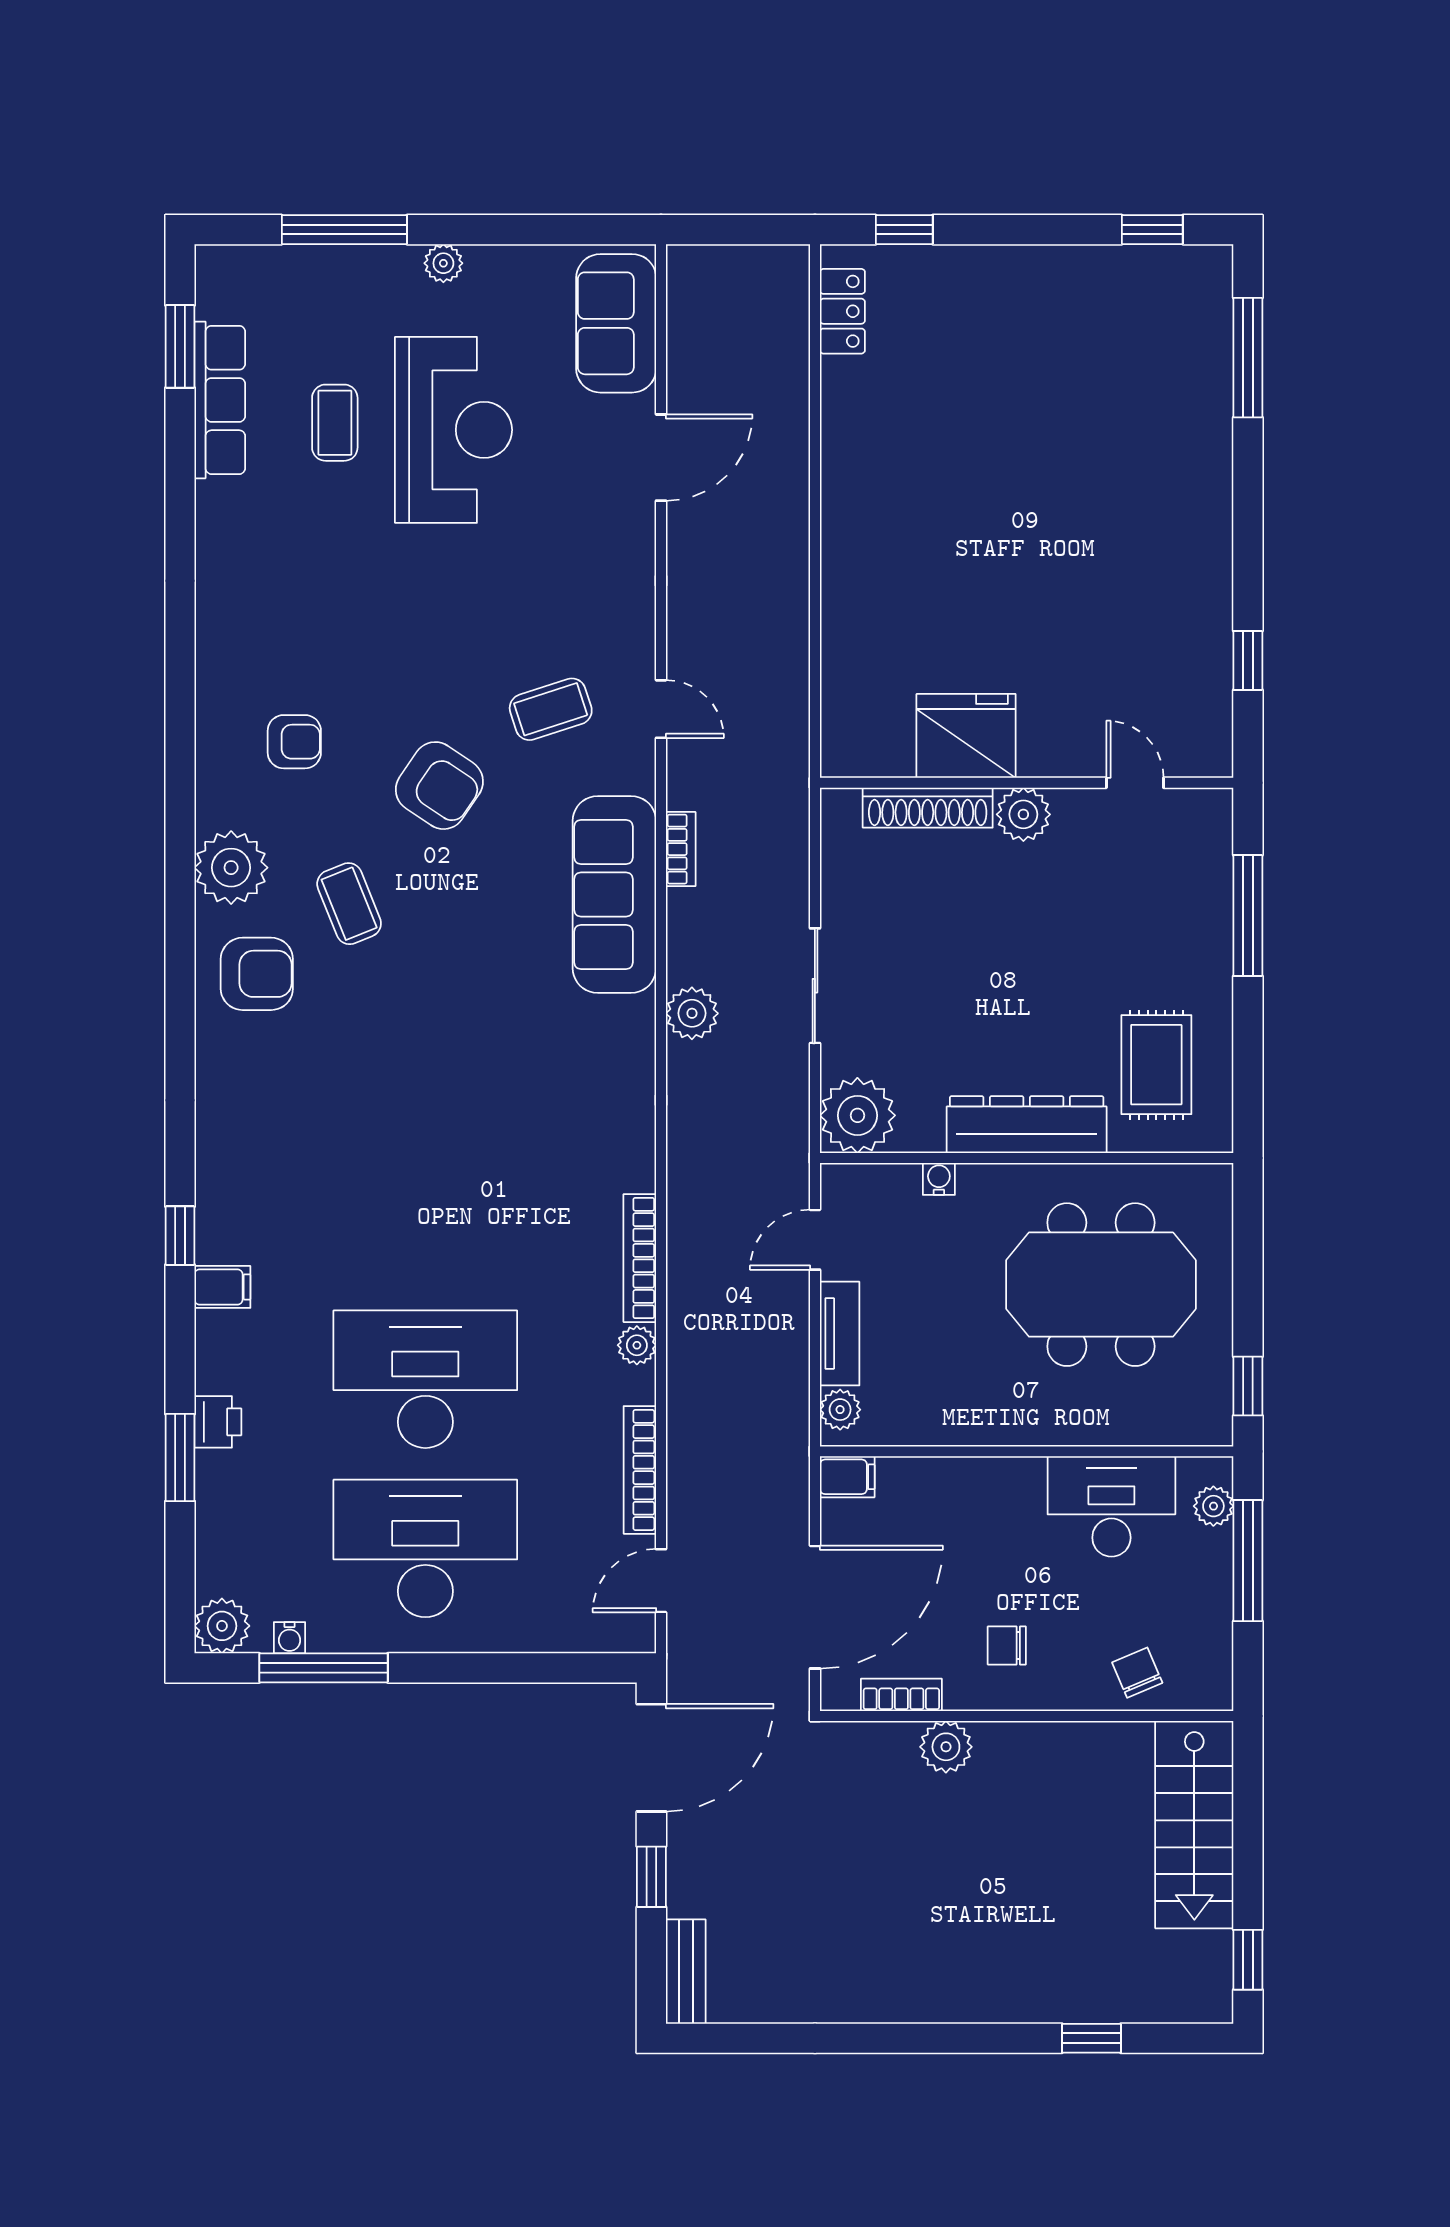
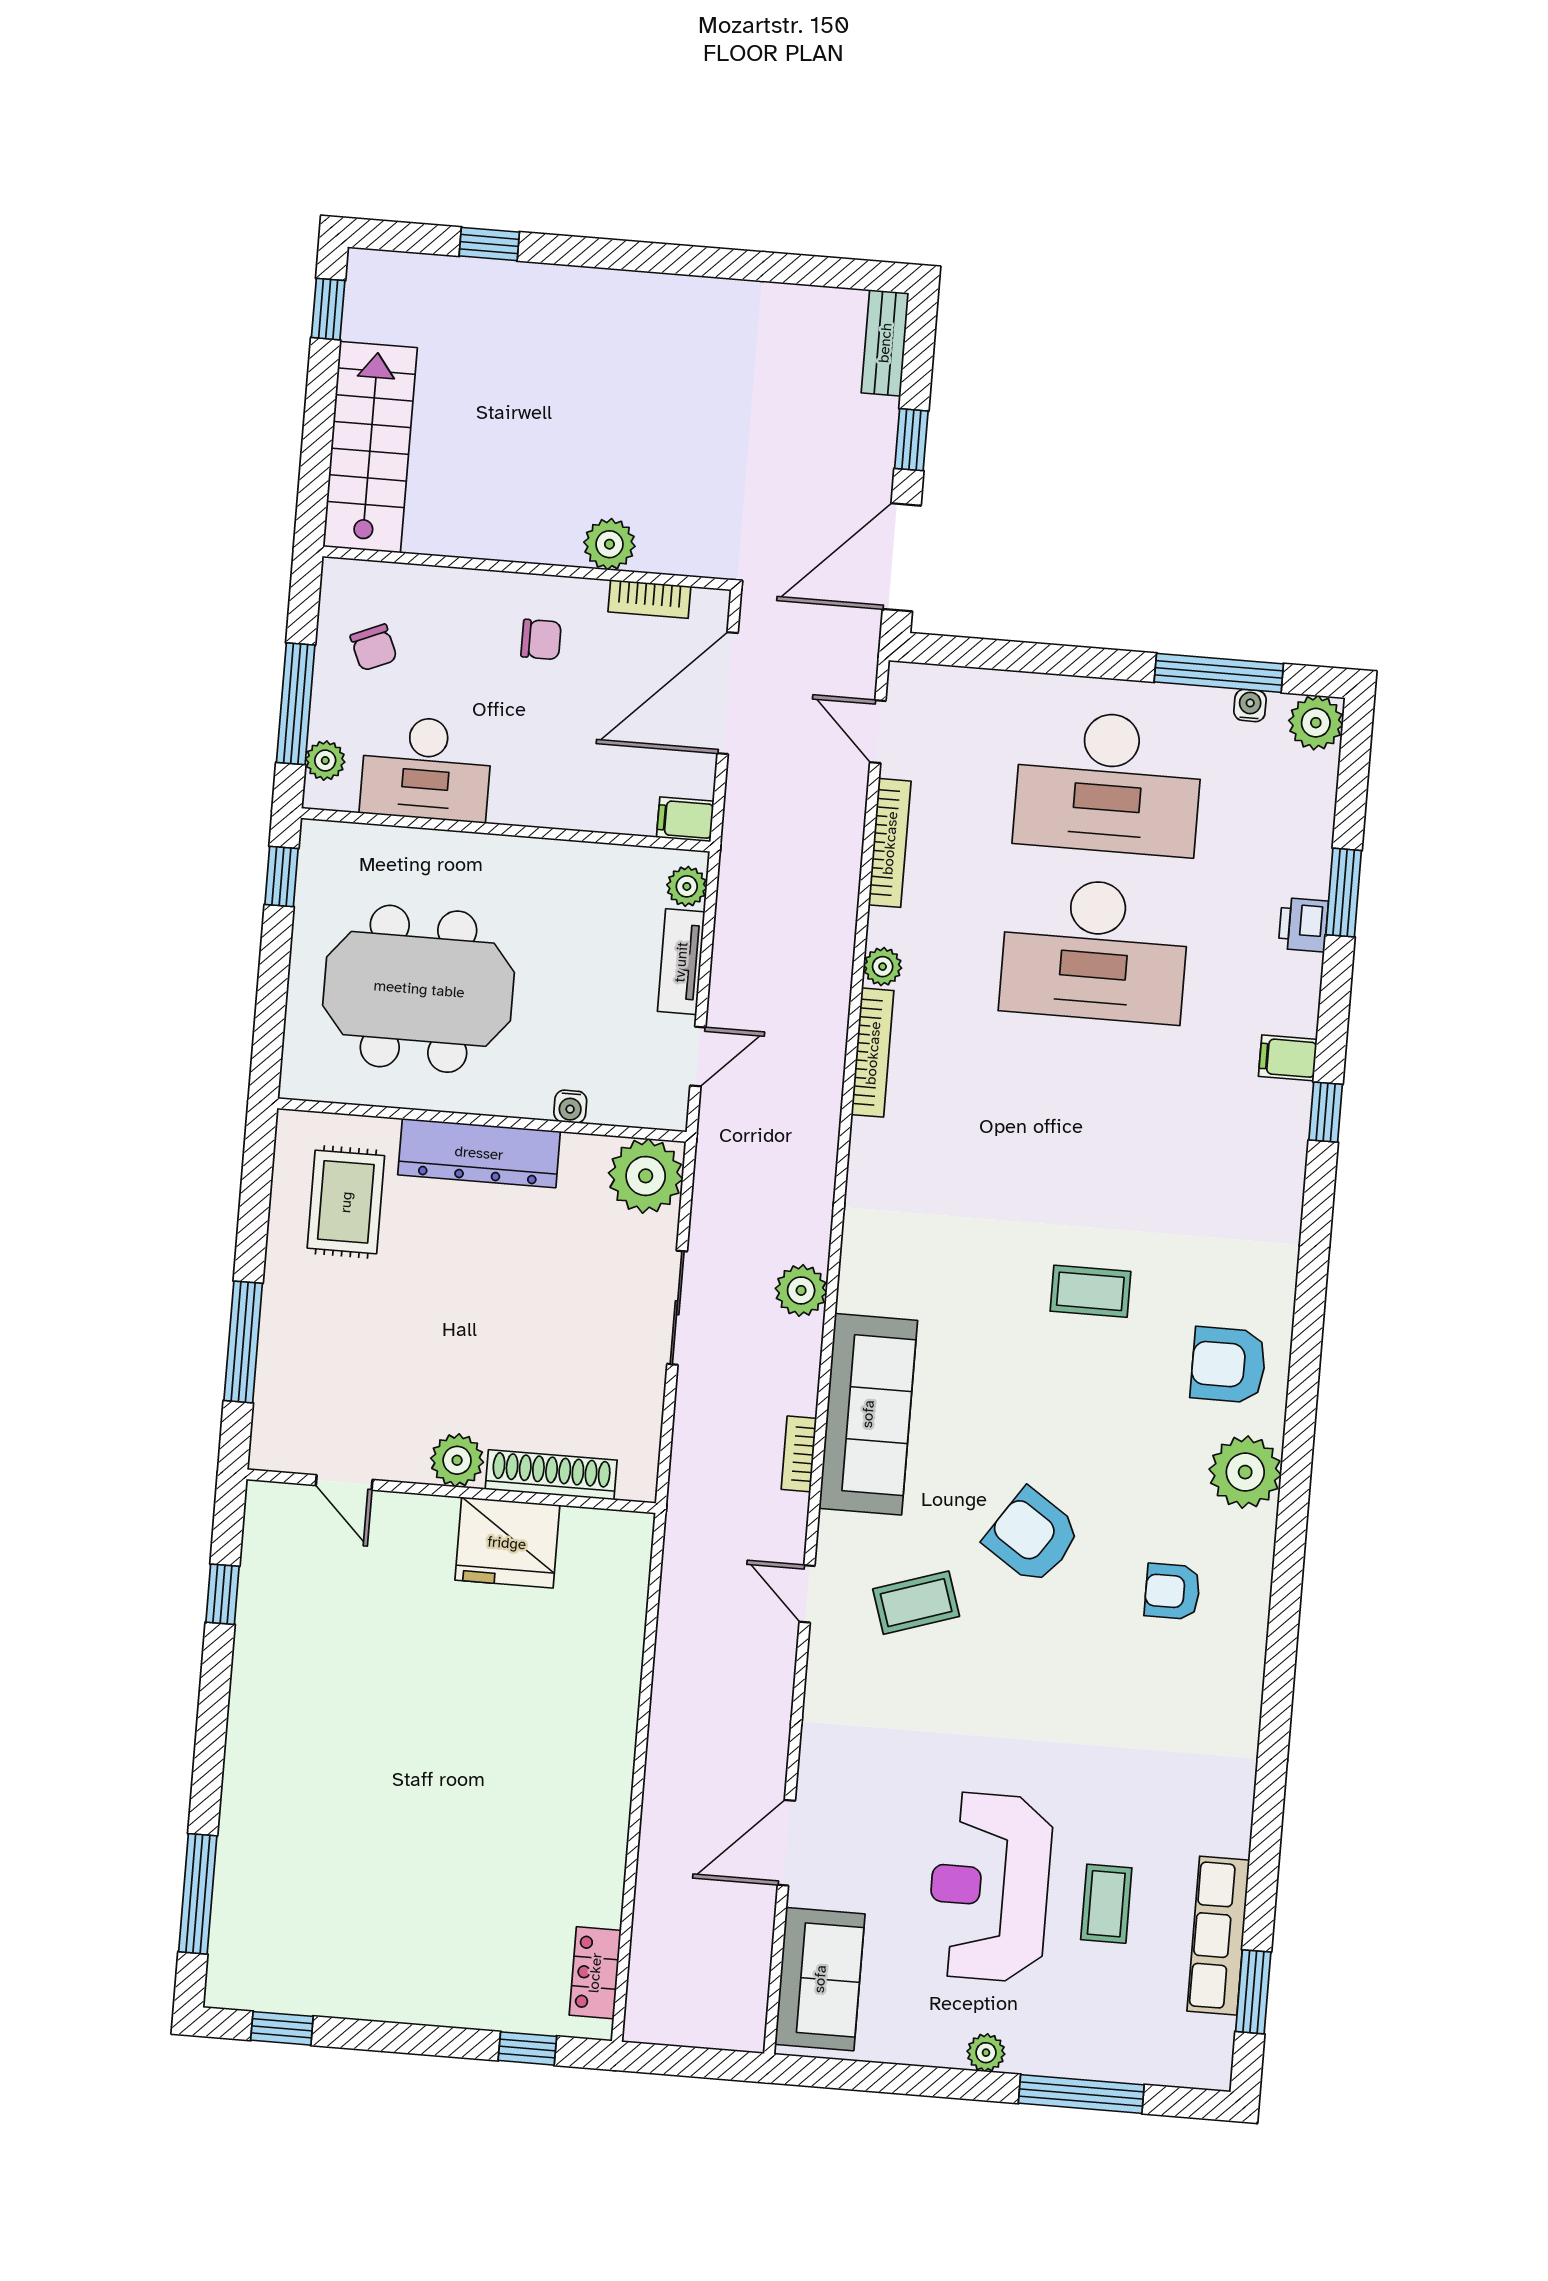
coffee table: (349, 904) -> (1090, 1291), moved, turned -68
door: (661, 1581) -> (878, 732), swing flipped
chair: (1137, 1673) -> (374, 647), moved

